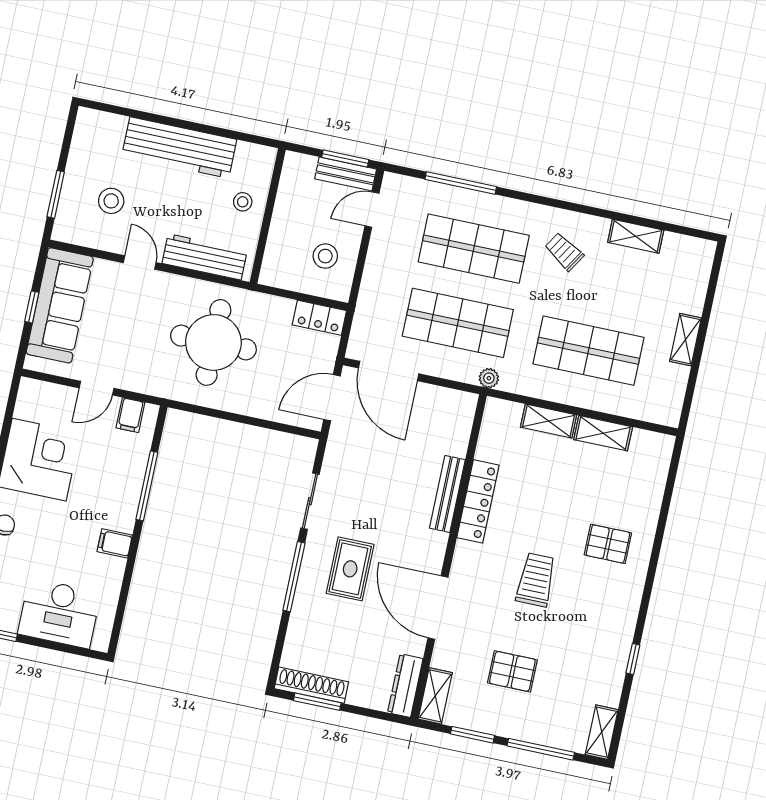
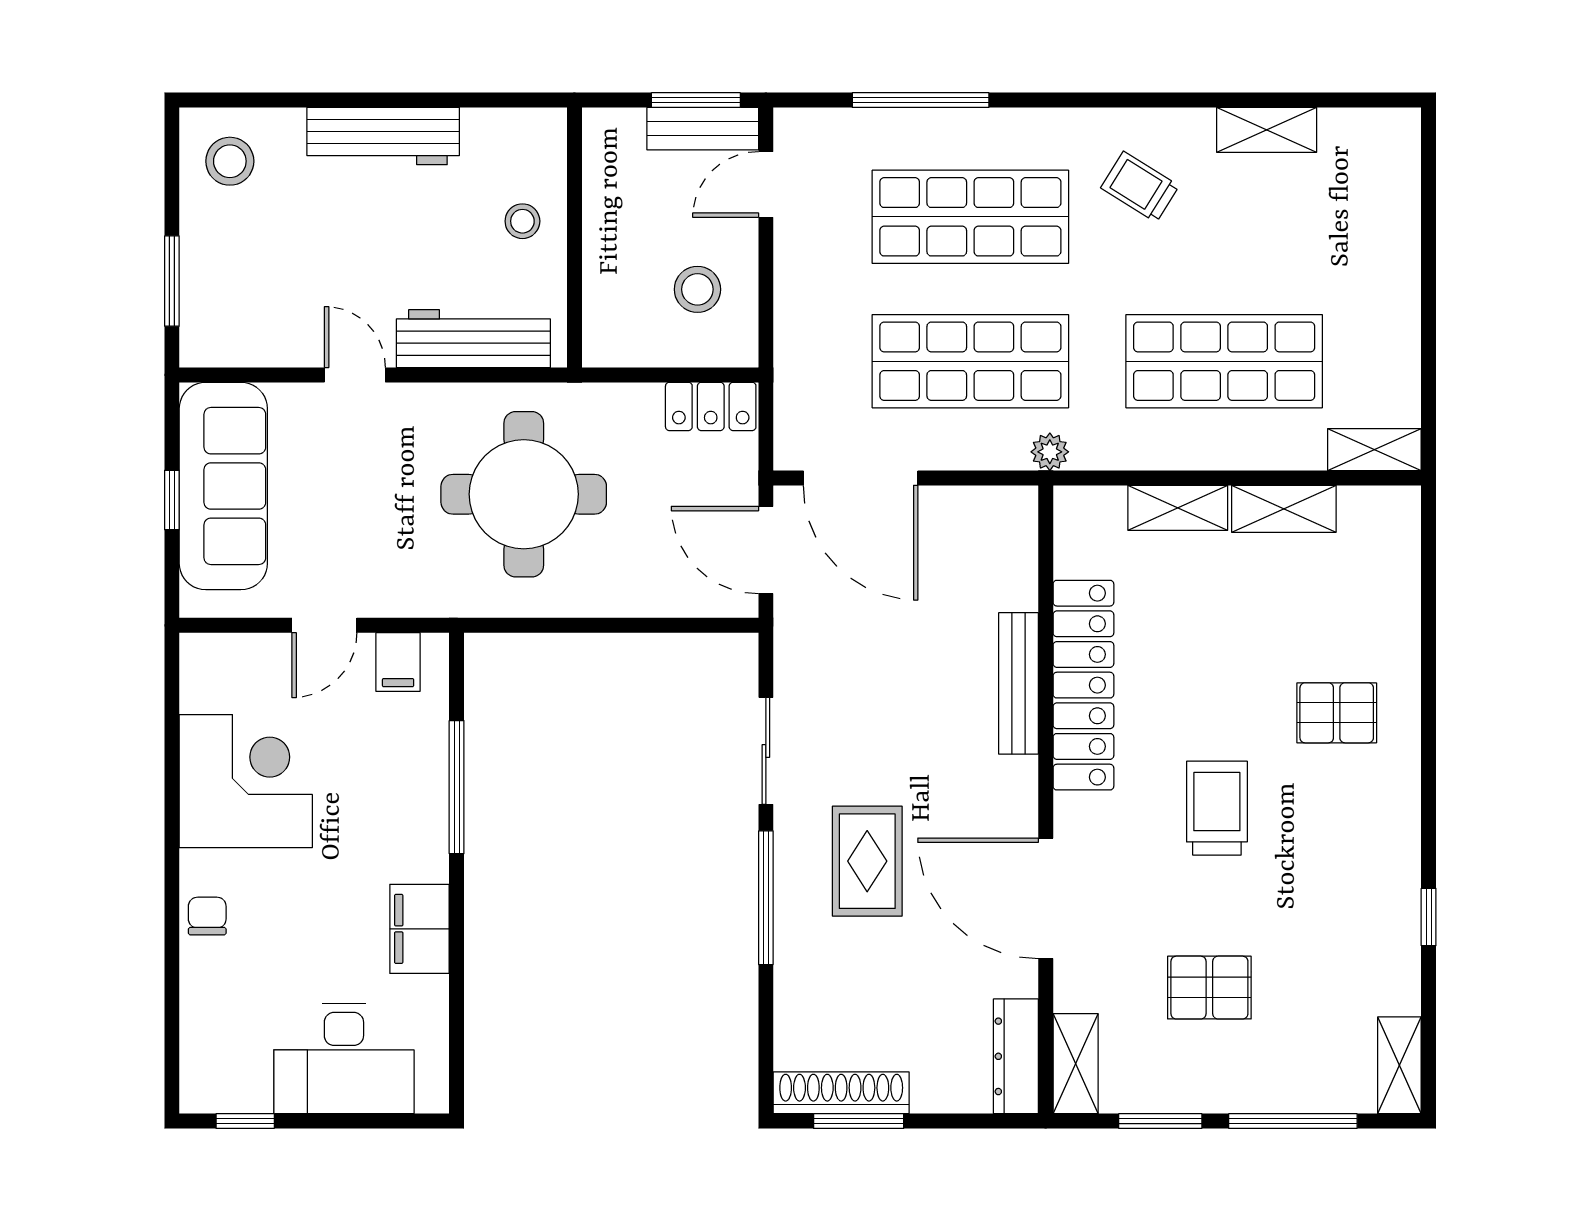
workbench: (179, 148) -> (383, 136), width x0.73, depth x0.76
stool: (111, 201) -> (230, 161), moved
shelving: (686, 340) -> (1374, 450), moved, turned 90
door: (332, 398) -> (766, 550), hinge flipped
locker: (478, 501) -> (1083, 685), width x1.41, depth x1.21
filing cabinet: (115, 543) -> (420, 929), width x2.00

